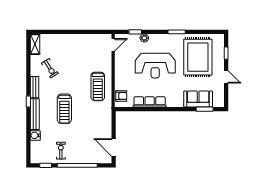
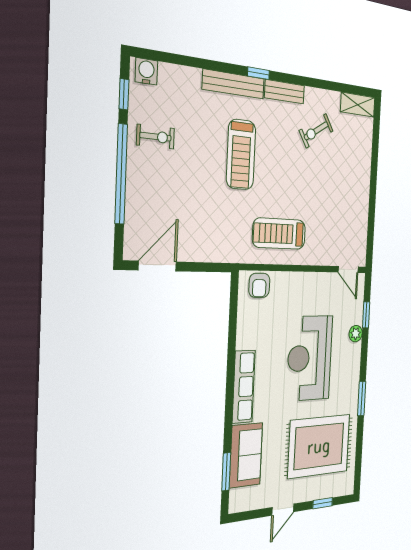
row of seats: (150, 102) -> (244, 387), moved
treadmill: (64, 109) -> (241, 155), turned -90
water cooler: (35, 135) -> (146, 71), moved

